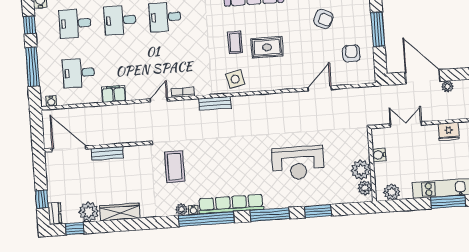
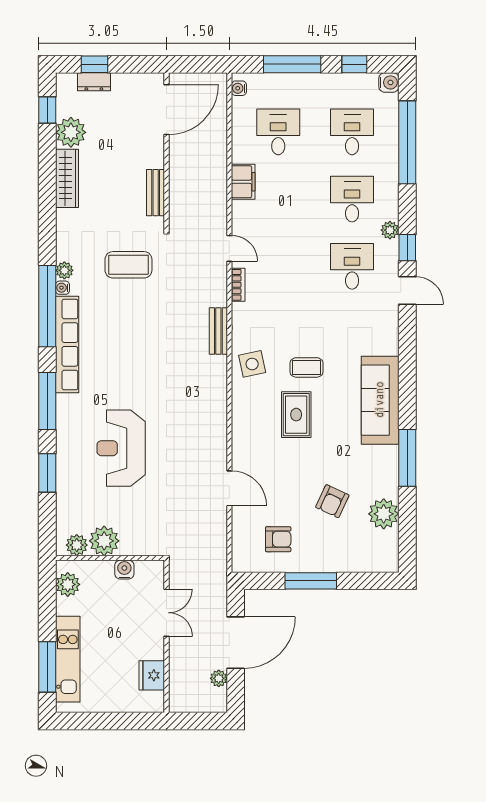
bench: (107, 153) -> (156, 193), moved
dresser: (55, 213) -> (94, 82), moved

